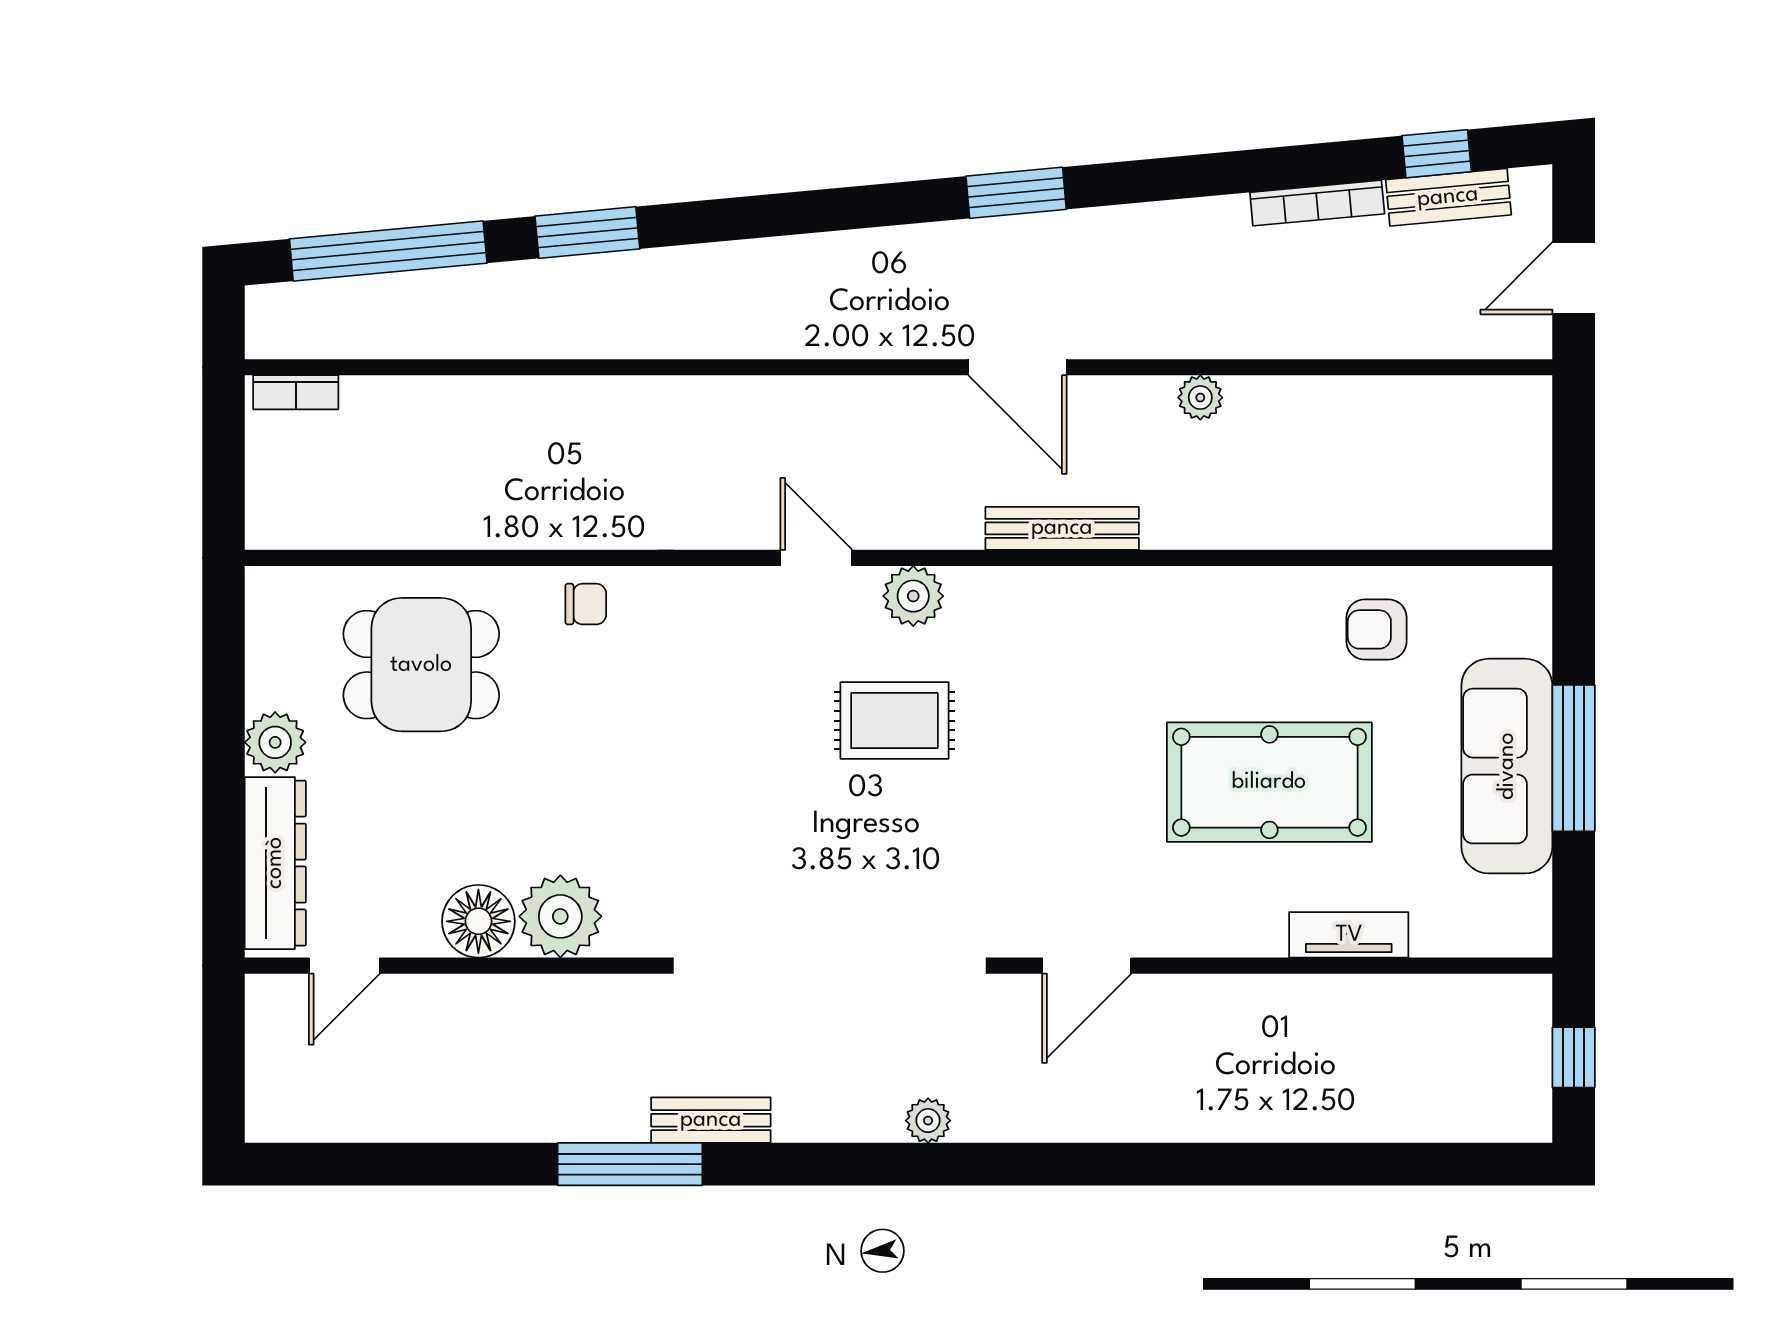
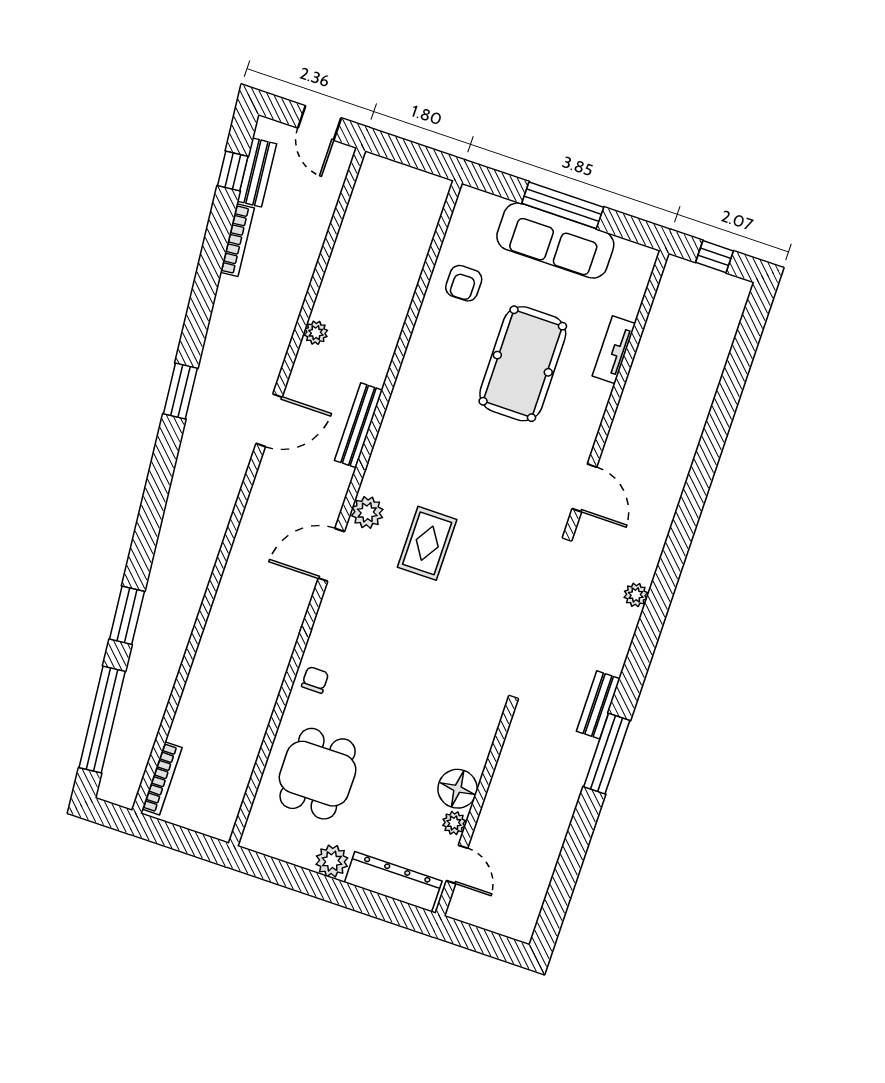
bookcase: (296, 392) -> (162, 778), width x1.56
door: (816, 558) -> (331, 555), width x1.38
plant: (560, 916) -> (454, 823), moved, width x0.53, depth x0.53

